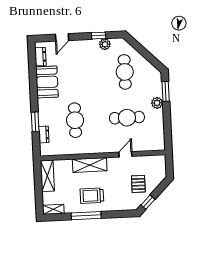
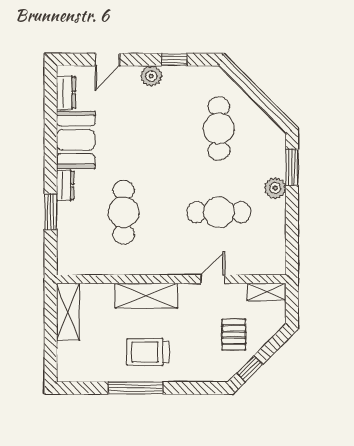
plant: (105, 44) -> (151, 76), moved
dresser: (44, 134) -> (65, 185), moved
shelving: (53, 209) -> (267, 292), moved

